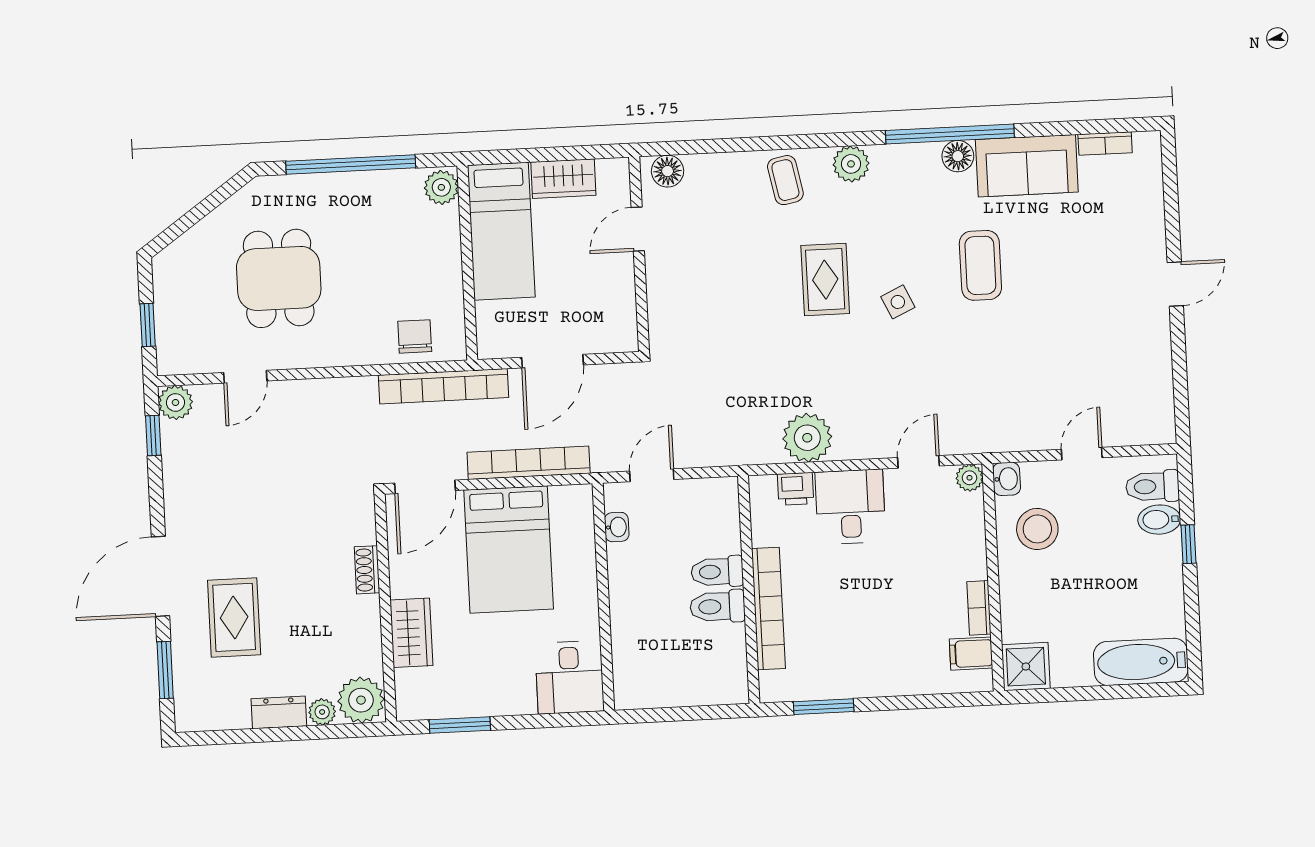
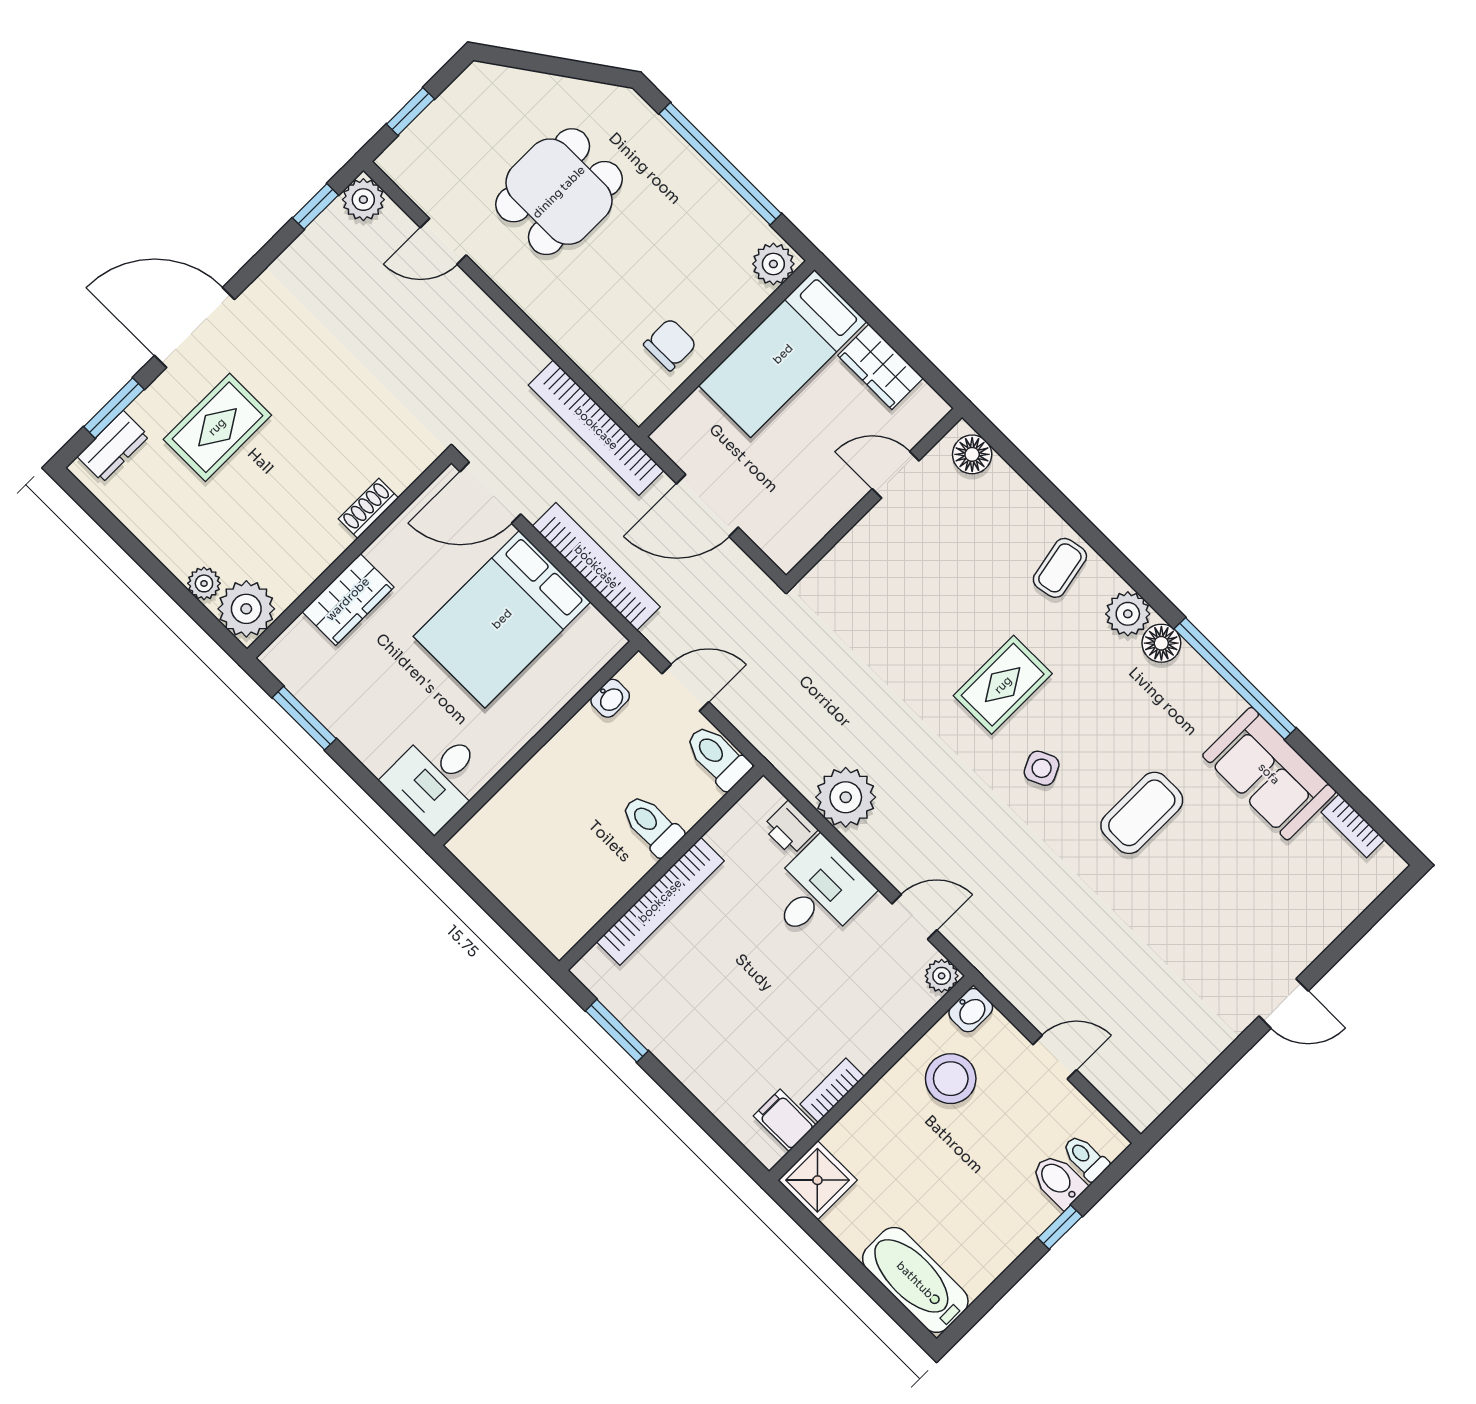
floor lamp: (958, 156) -> (1161, 643), moved
chair: (415, 336) -> (670, 345), moved
toilet: (1152, 486) -> (1085, 1158), width x0.73, depth x0.72
toilet: (717, 607) -> (717, 757), moved
dresser: (279, 712) -> (113, 446), moved, turned 90

